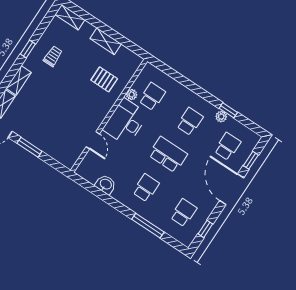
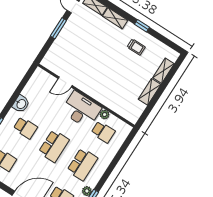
shelving: (70, 17) -> (163, 71), moved
pallet: (104, 79) -> (117, 91), removed
school desk: (190, 121) -> (82, 164), width x1.85
washbasin: (106, 184) -> (21, 104), moved

